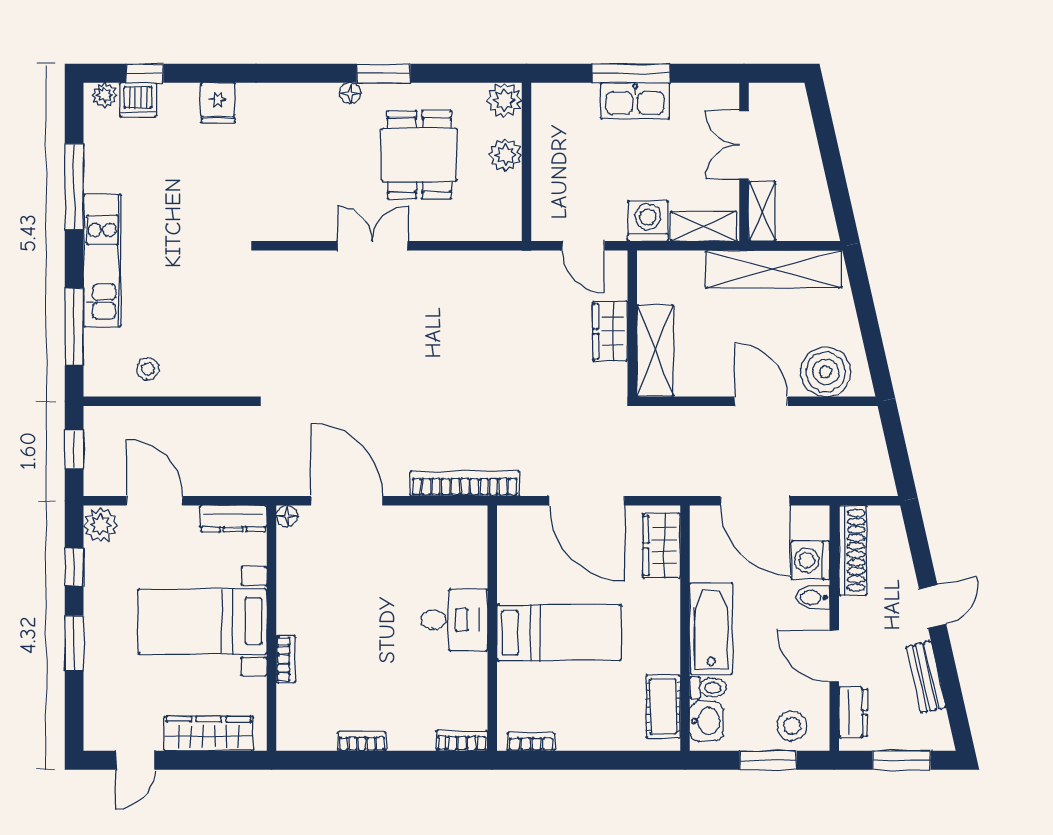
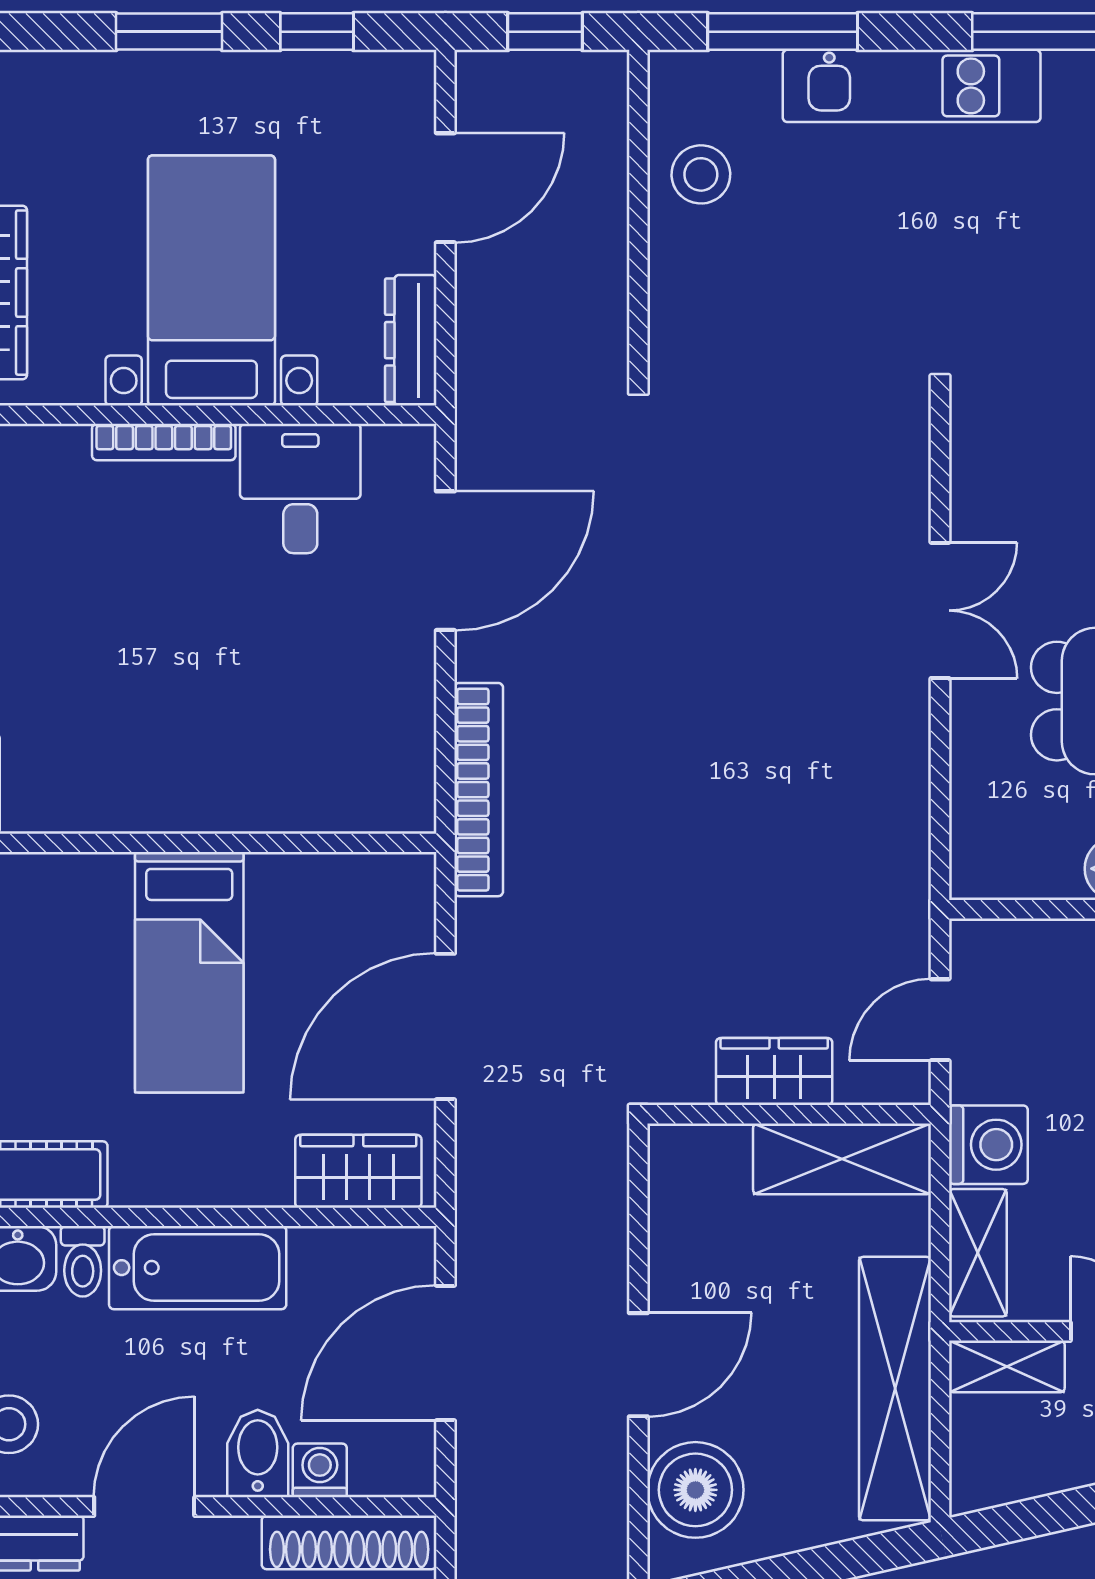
shelving: (655, 351) -> (842, 1159), moved
stool: (148, 369) -> (701, 174), width x1.37, depth x1.37
floor lamp: (287, 516) -> (416, 444), removed
plant: (101, 525) -> (398, 83), removed
washing machine: (810, 560) -> (320, 1470), width x0.73, depth x0.73
bidet: (813, 597) -> (258, 1454), width x1.38, depth x1.36
desk: (454, 620) -> (300, 489), moved, turned 180
bookcase: (286, 659) -> (164, 442), width x1.56

